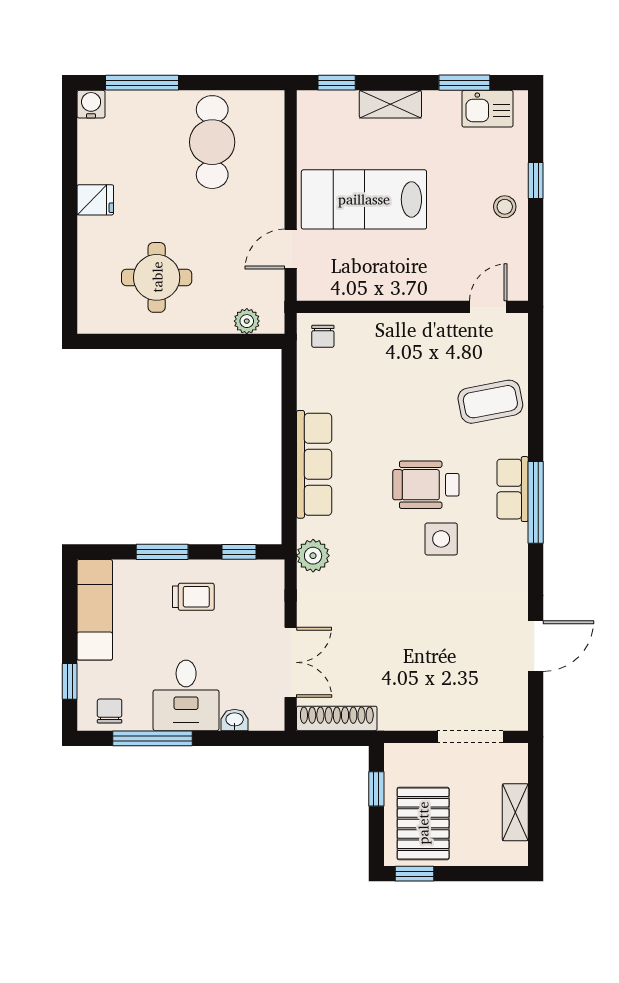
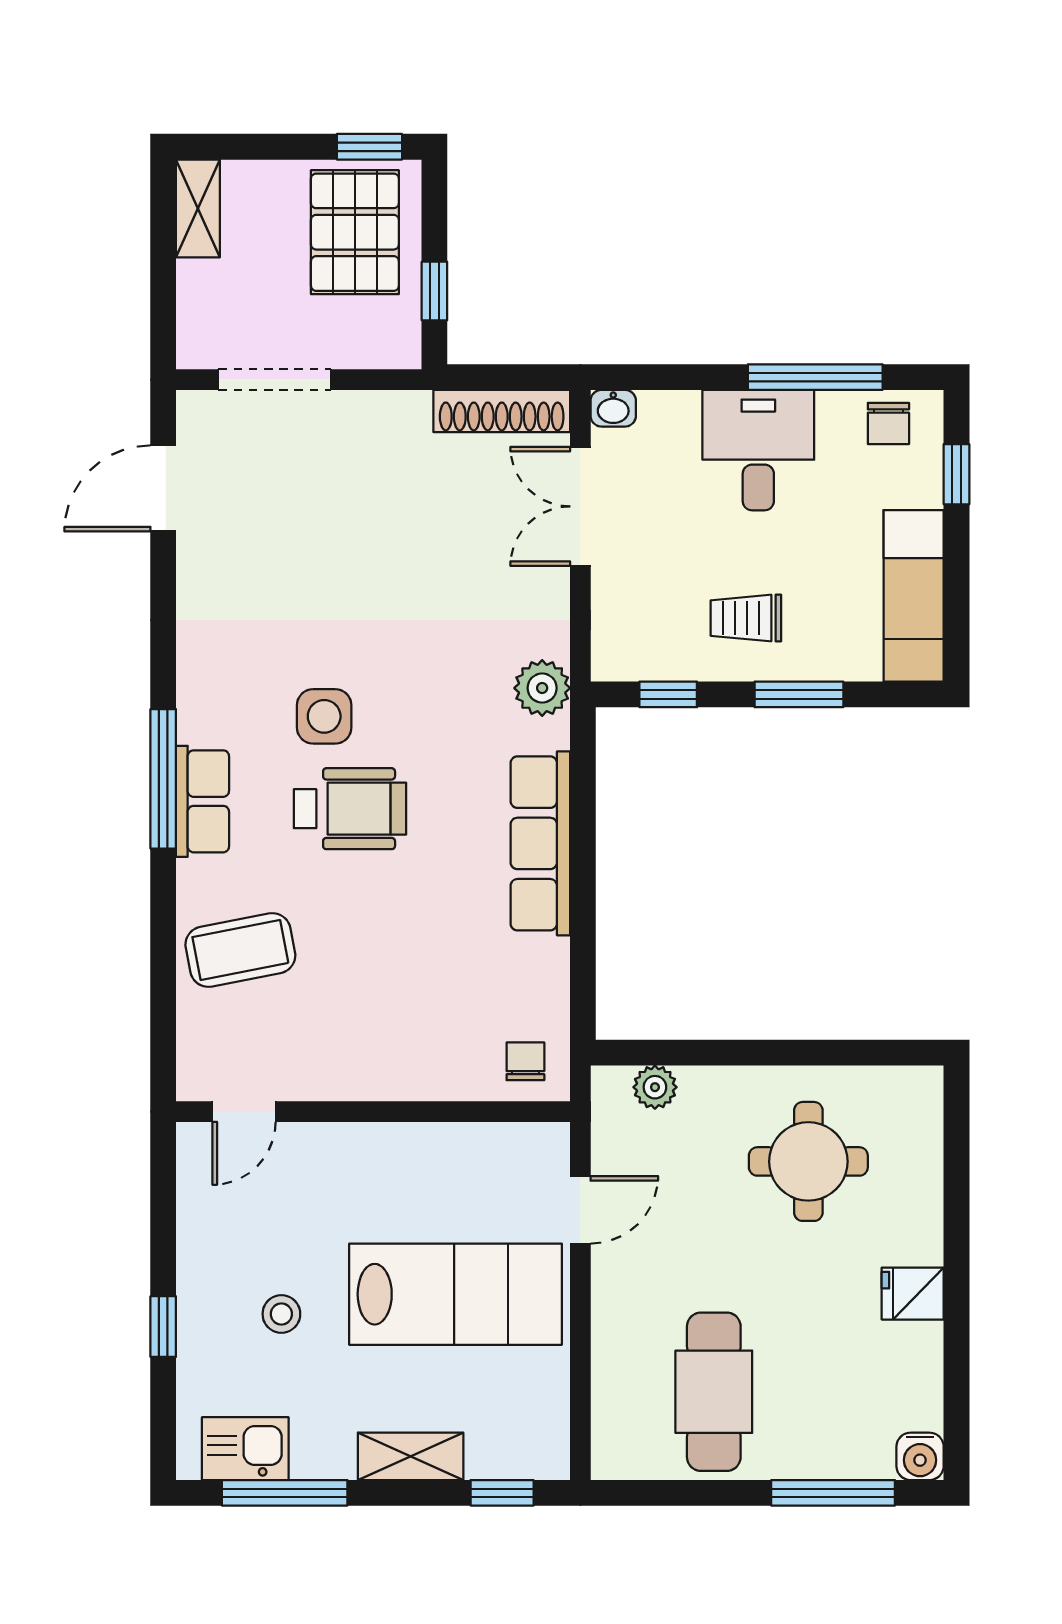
window: (464, 83) -> (285, 1493), width x1.44
stool: (505, 207) -> (281, 1314), moved
door: (536, 646) -> (163, 488), moved
washbasin: (235, 720) -> (613, 408), moved
shelving: (515, 812) -> (198, 208), moved

